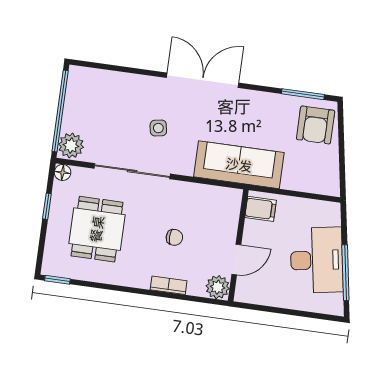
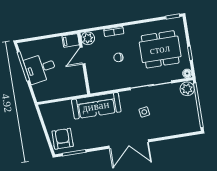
filing cabinet: (261, 209) -> (71, 40), moved
dining table: (97, 229) -> (160, 49), width x1.38
desk: (317, 260) -> (40, 68), width x0.73

